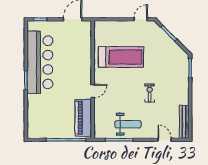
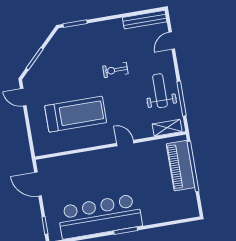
treadmill: (121, 57) -> (76, 114), turned 90
piano: (83, 118) -> (181, 166), moved, turned 90
shelving: (99, 125) -> (167, 128), added

